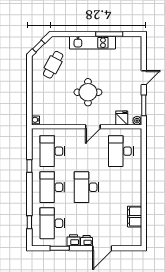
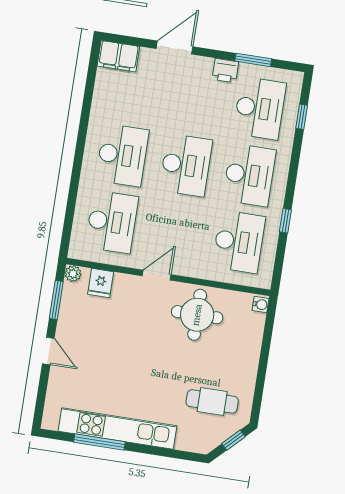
kitchen unit: (92, 43) -> (118, 428), width x1.36
cafe table: (53, 65) -> (212, 401), turned 62
door: (144, 78) -> (48, 351), swing flipped
round table: (88, 92) -> (197, 315), moved
desk: (121, 187) -> (122, 155), added
filing cabinet: (135, 217) -> (118, 56), moved, turned 90
printer: (87, 241) -> (201, 66), removed

